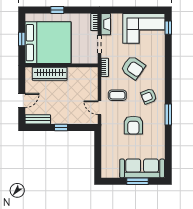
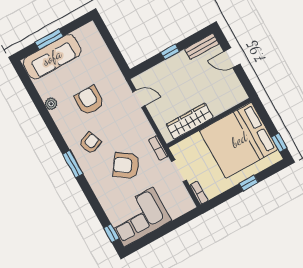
fireplace: (106, 24) -> (185, 198), removed
window: (22, 39) -> (279, 143), moved
wardrobe: (50, 74) -> (190, 121), moved
coffee table: (117, 95) -> (127, 124), removed
door: (22, 101) -> (232, 58), hinge flipped
window: (168, 114) -> (73, 164), moved
plant: (160, 137) -> (51, 104), added

